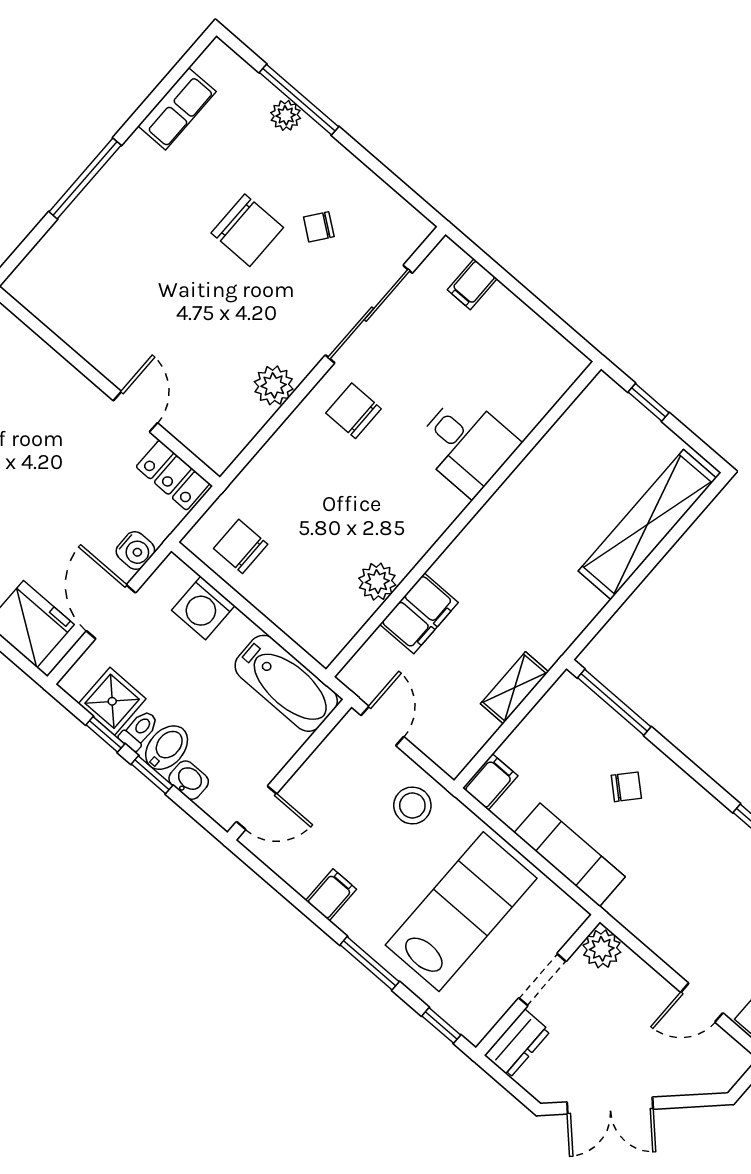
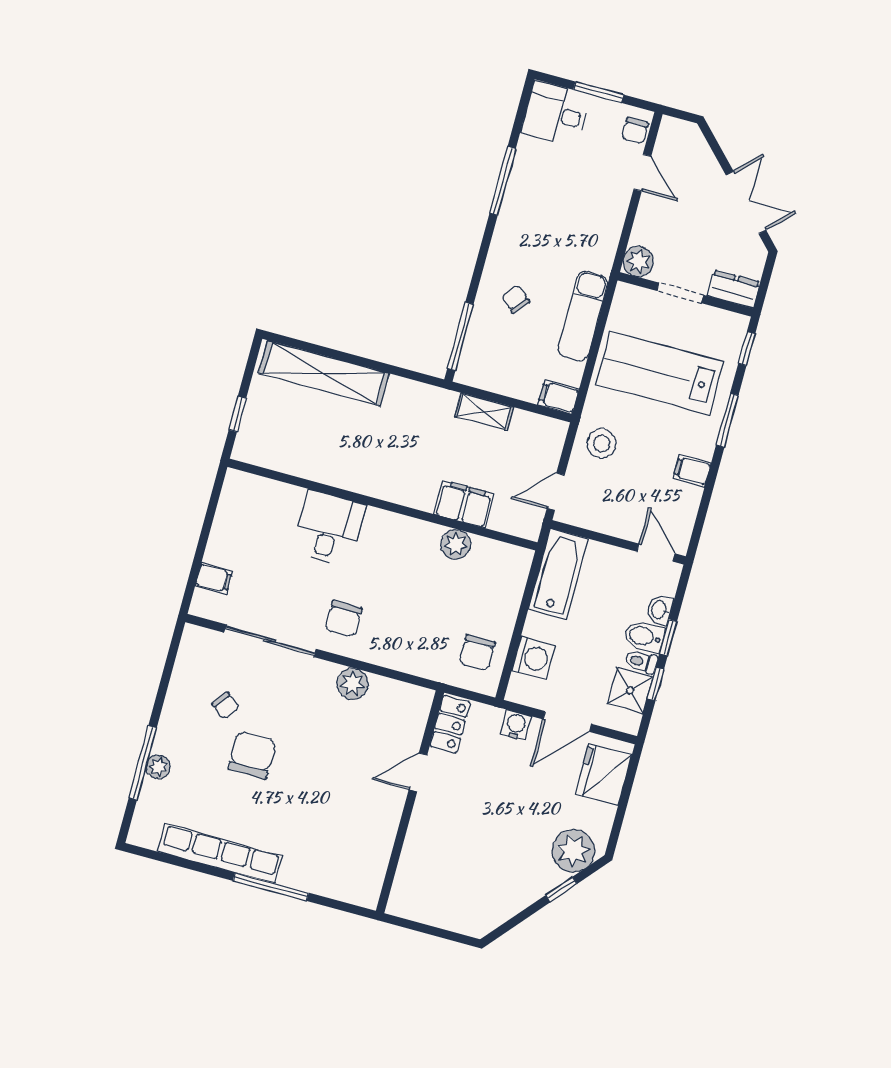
row of seats: (177, 109) -> (220, 854), width x2.02

